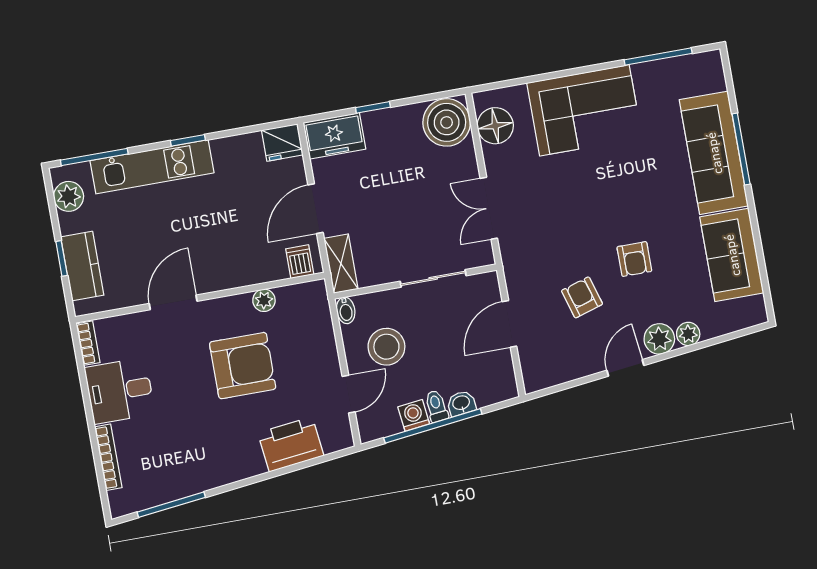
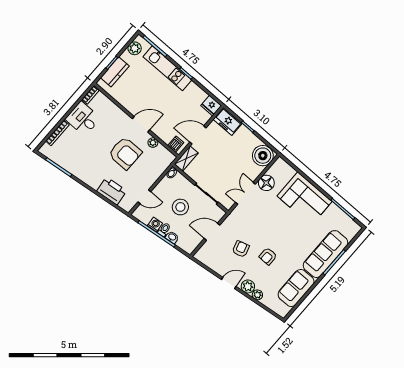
floor lamp: (495, 126) -> (266, 183), moved
door: (173, 302) -> (141, 124), moved
stool: (386, 347) -> (180, 207), moved

